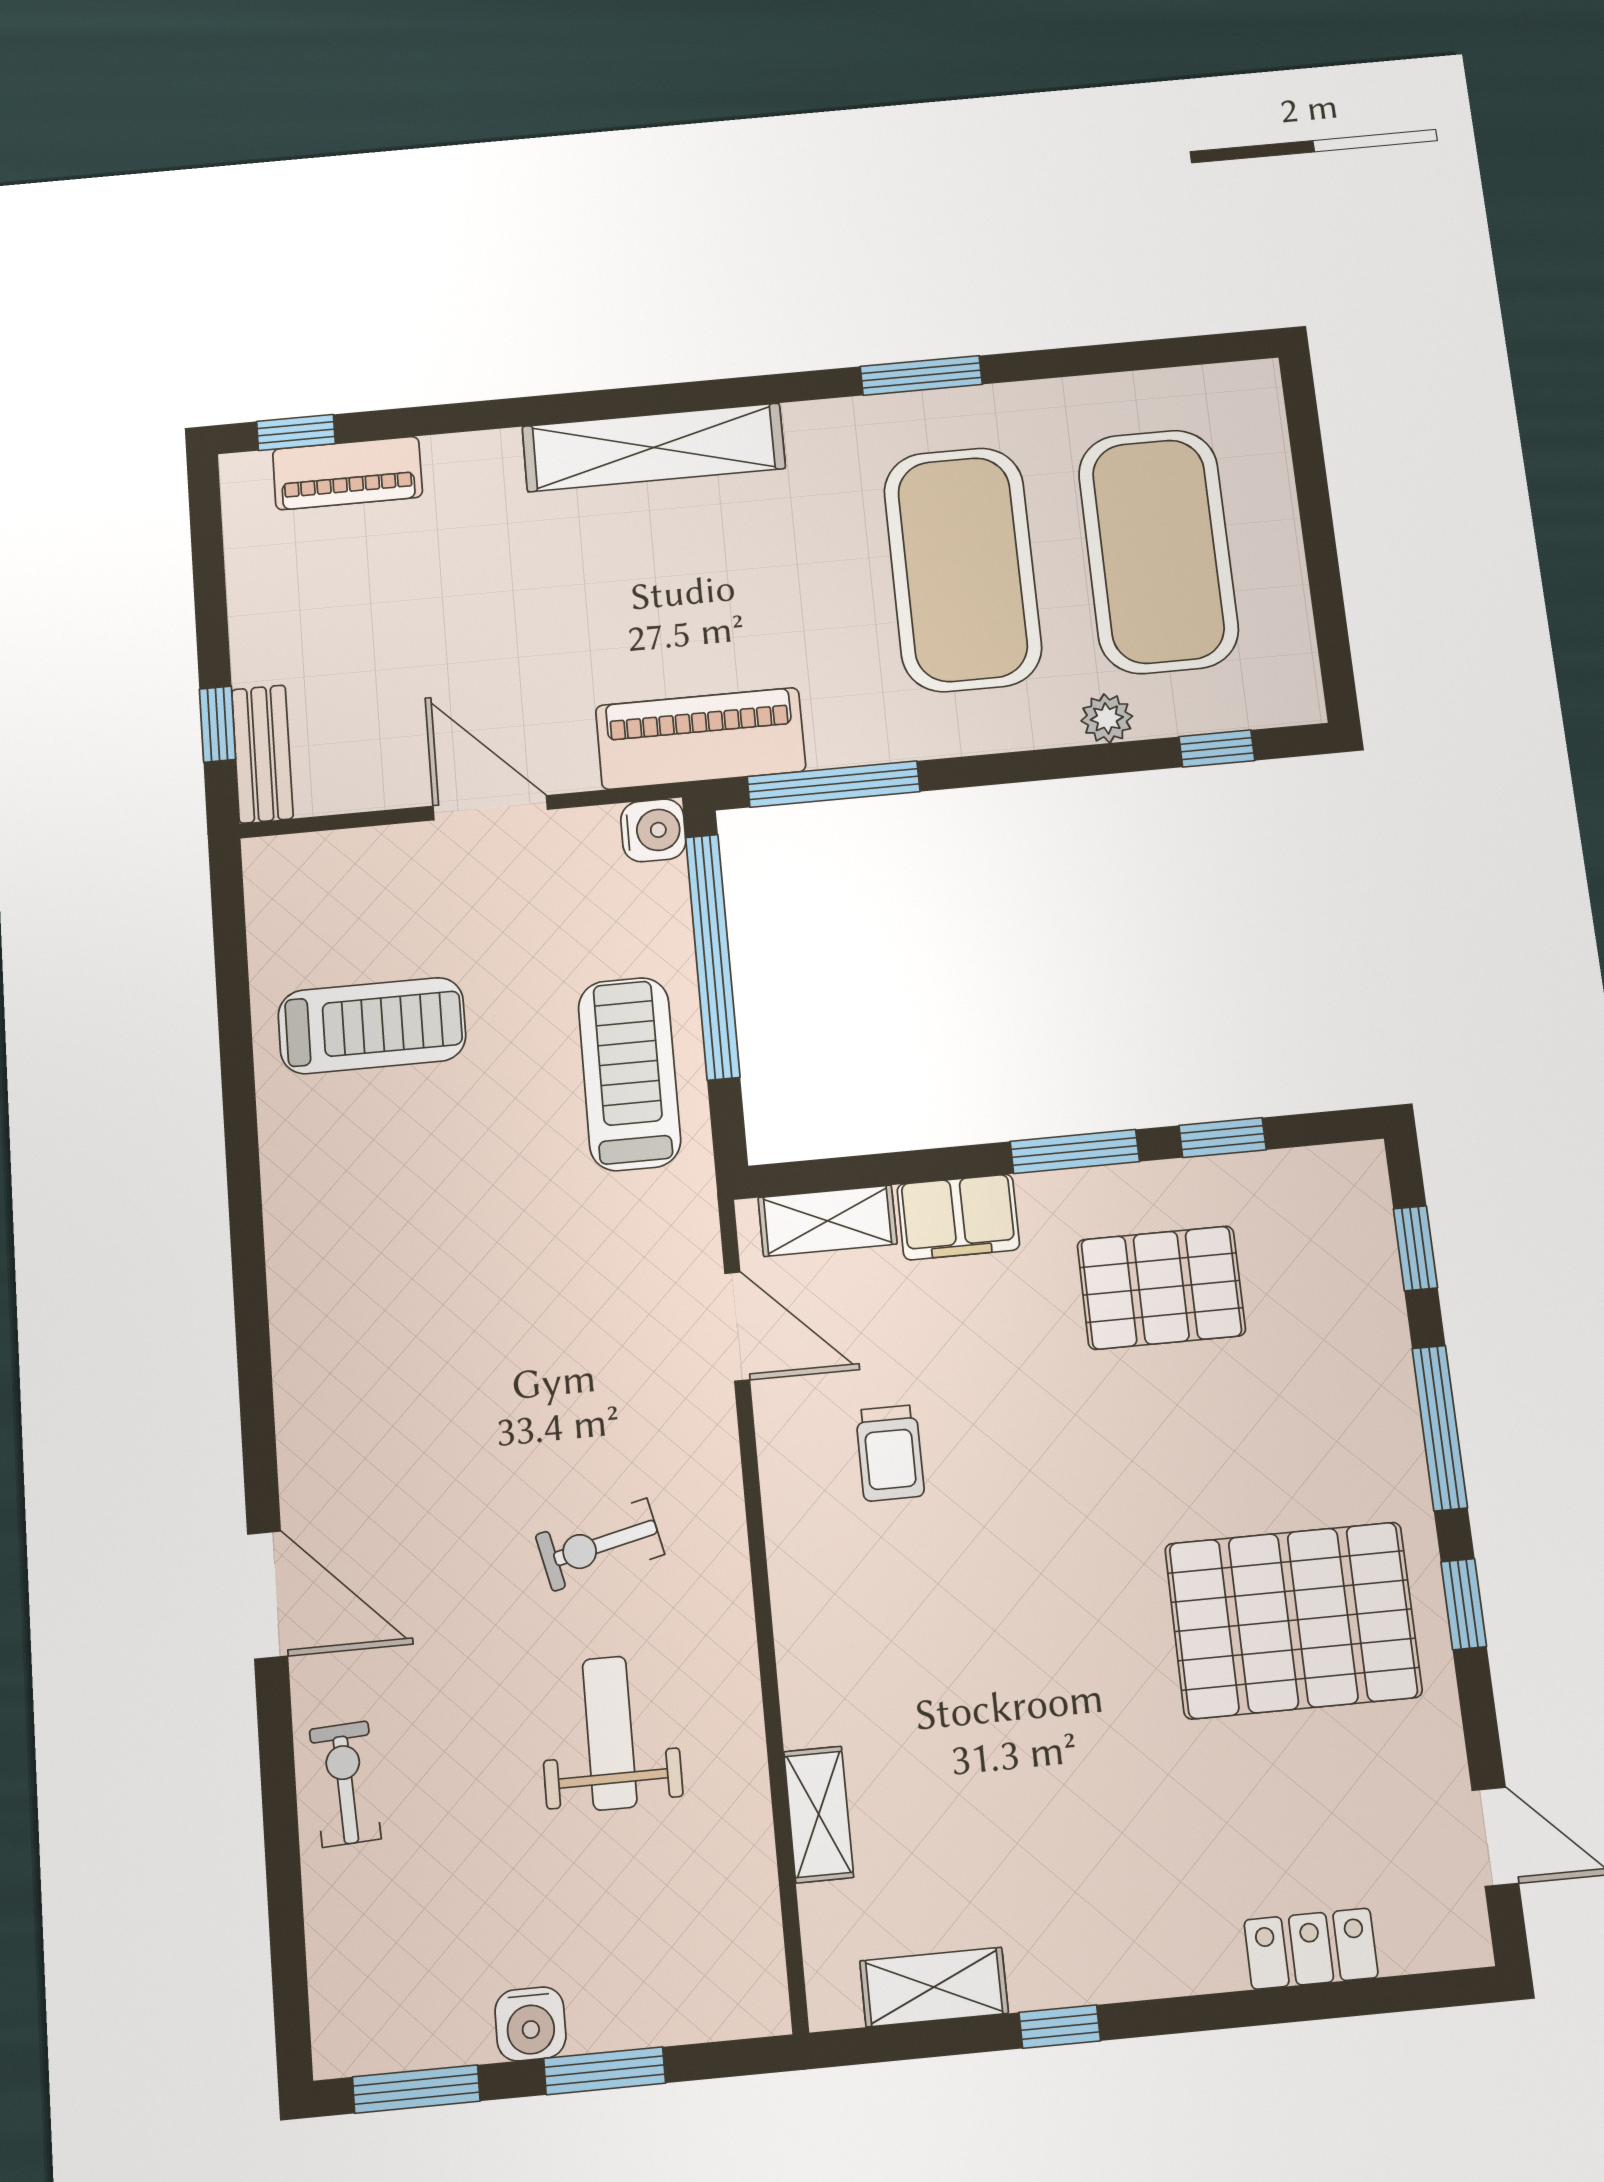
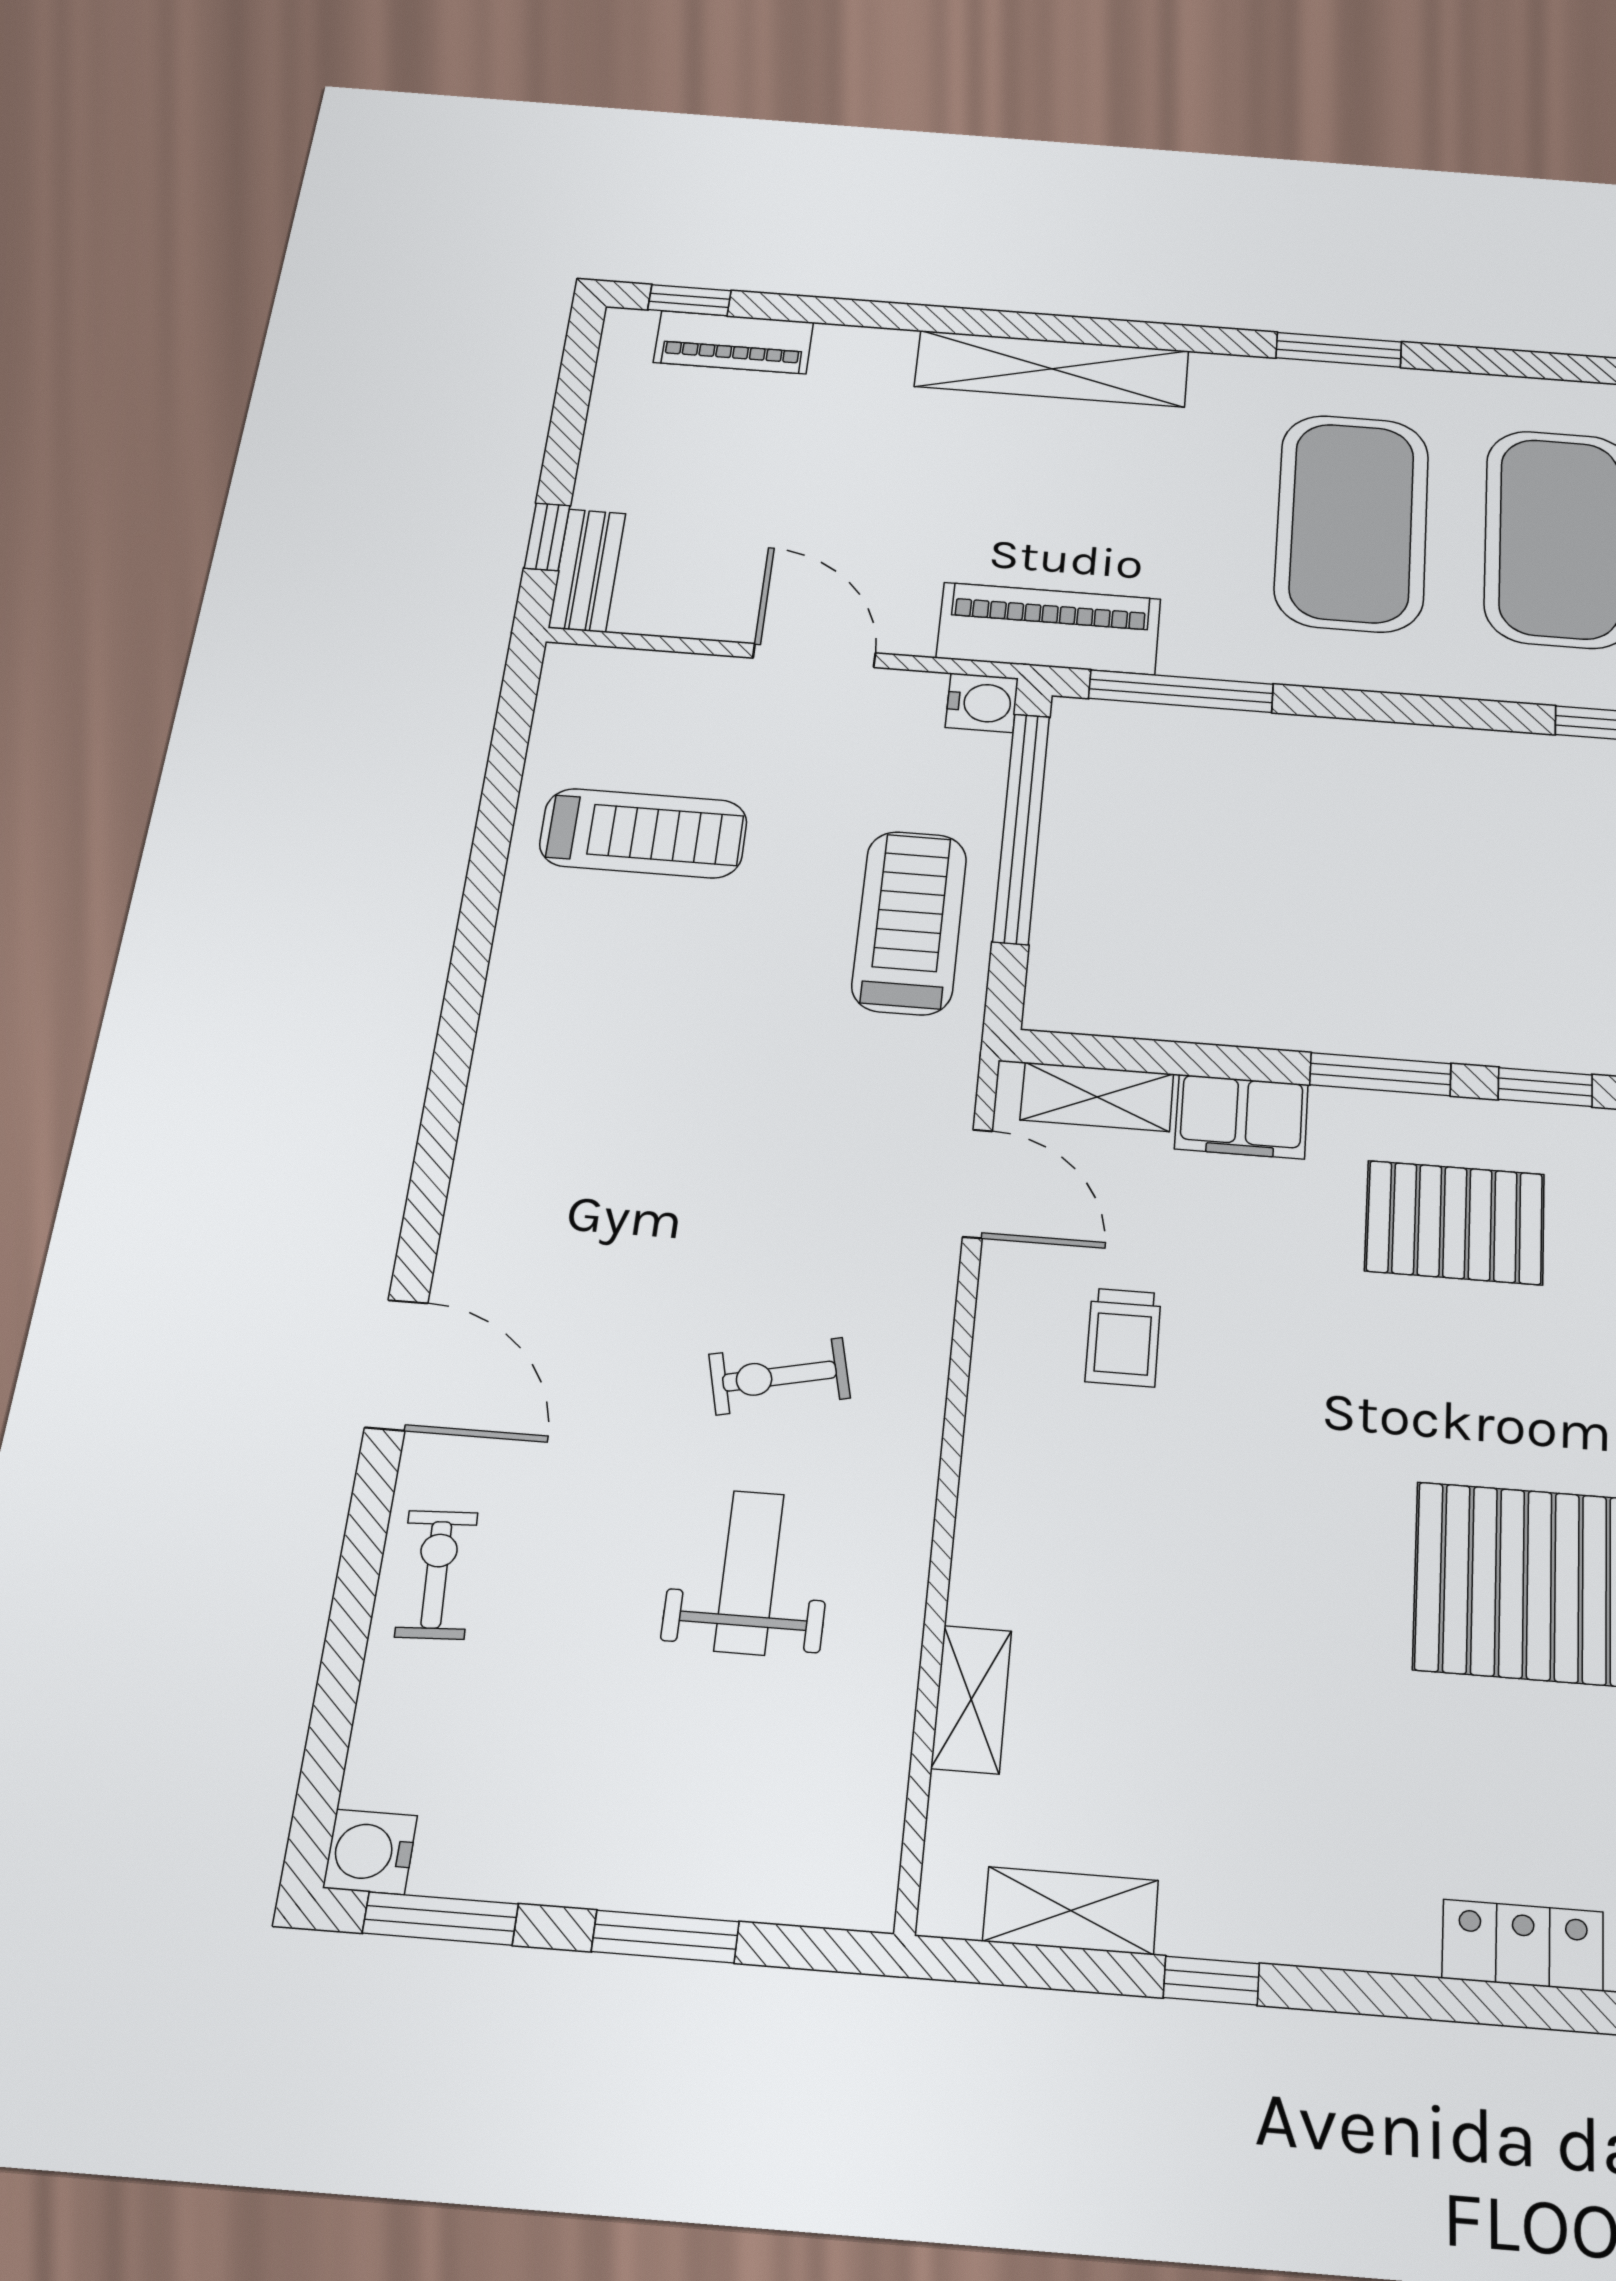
plant: (1107, 718) -> (1481, 678), removed
water cooler: (530, 2024) -> (370, 1852), moved, turned 90

